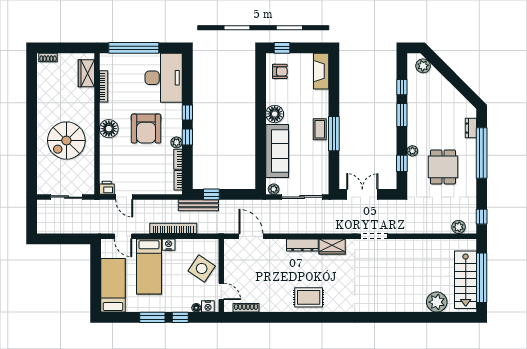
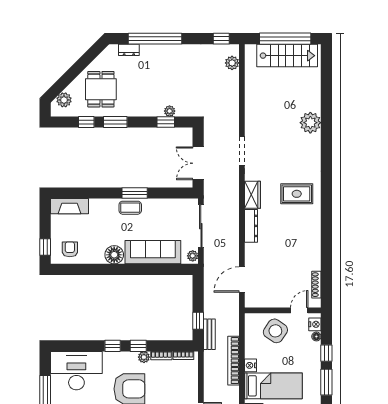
window: (334, 134) -> (135, 193), width x0.69
plant: (412, 151) -> (170, 111), moved
dining table: (443, 167) -> (101, 89), moved, turned 90
bench: (198, 205) -> (209, 334), width x0.73
rug: (309, 297) -> (297, 194), moved, turned 90
plant: (437, 302) -> (310, 123), moved

